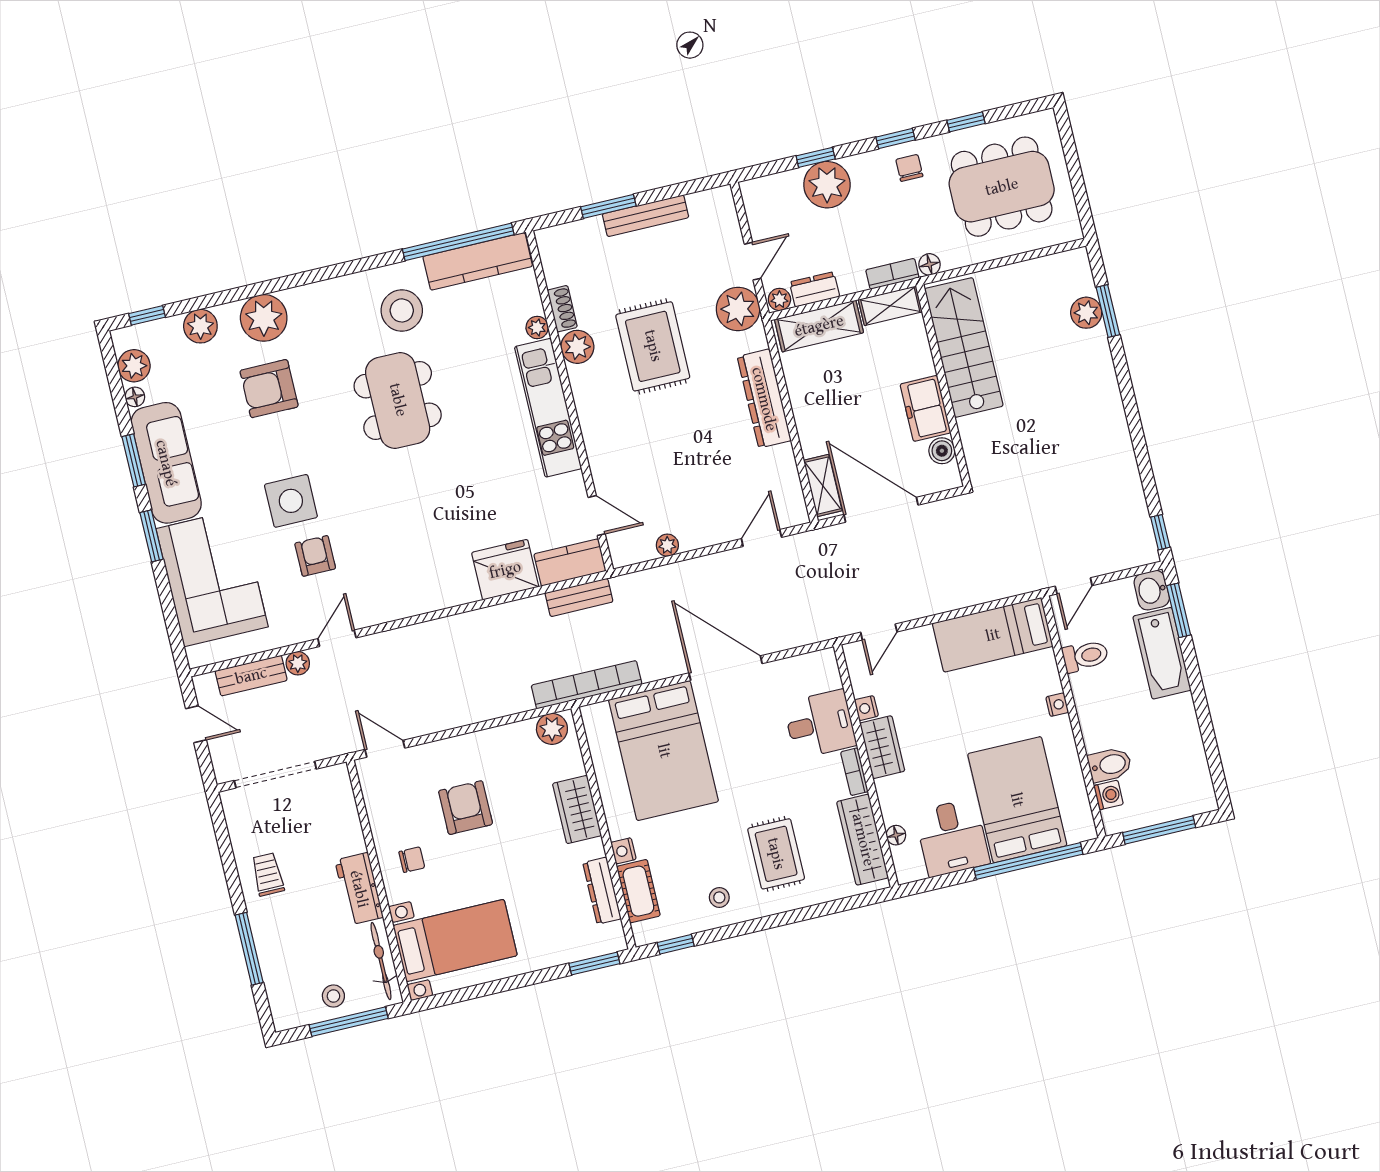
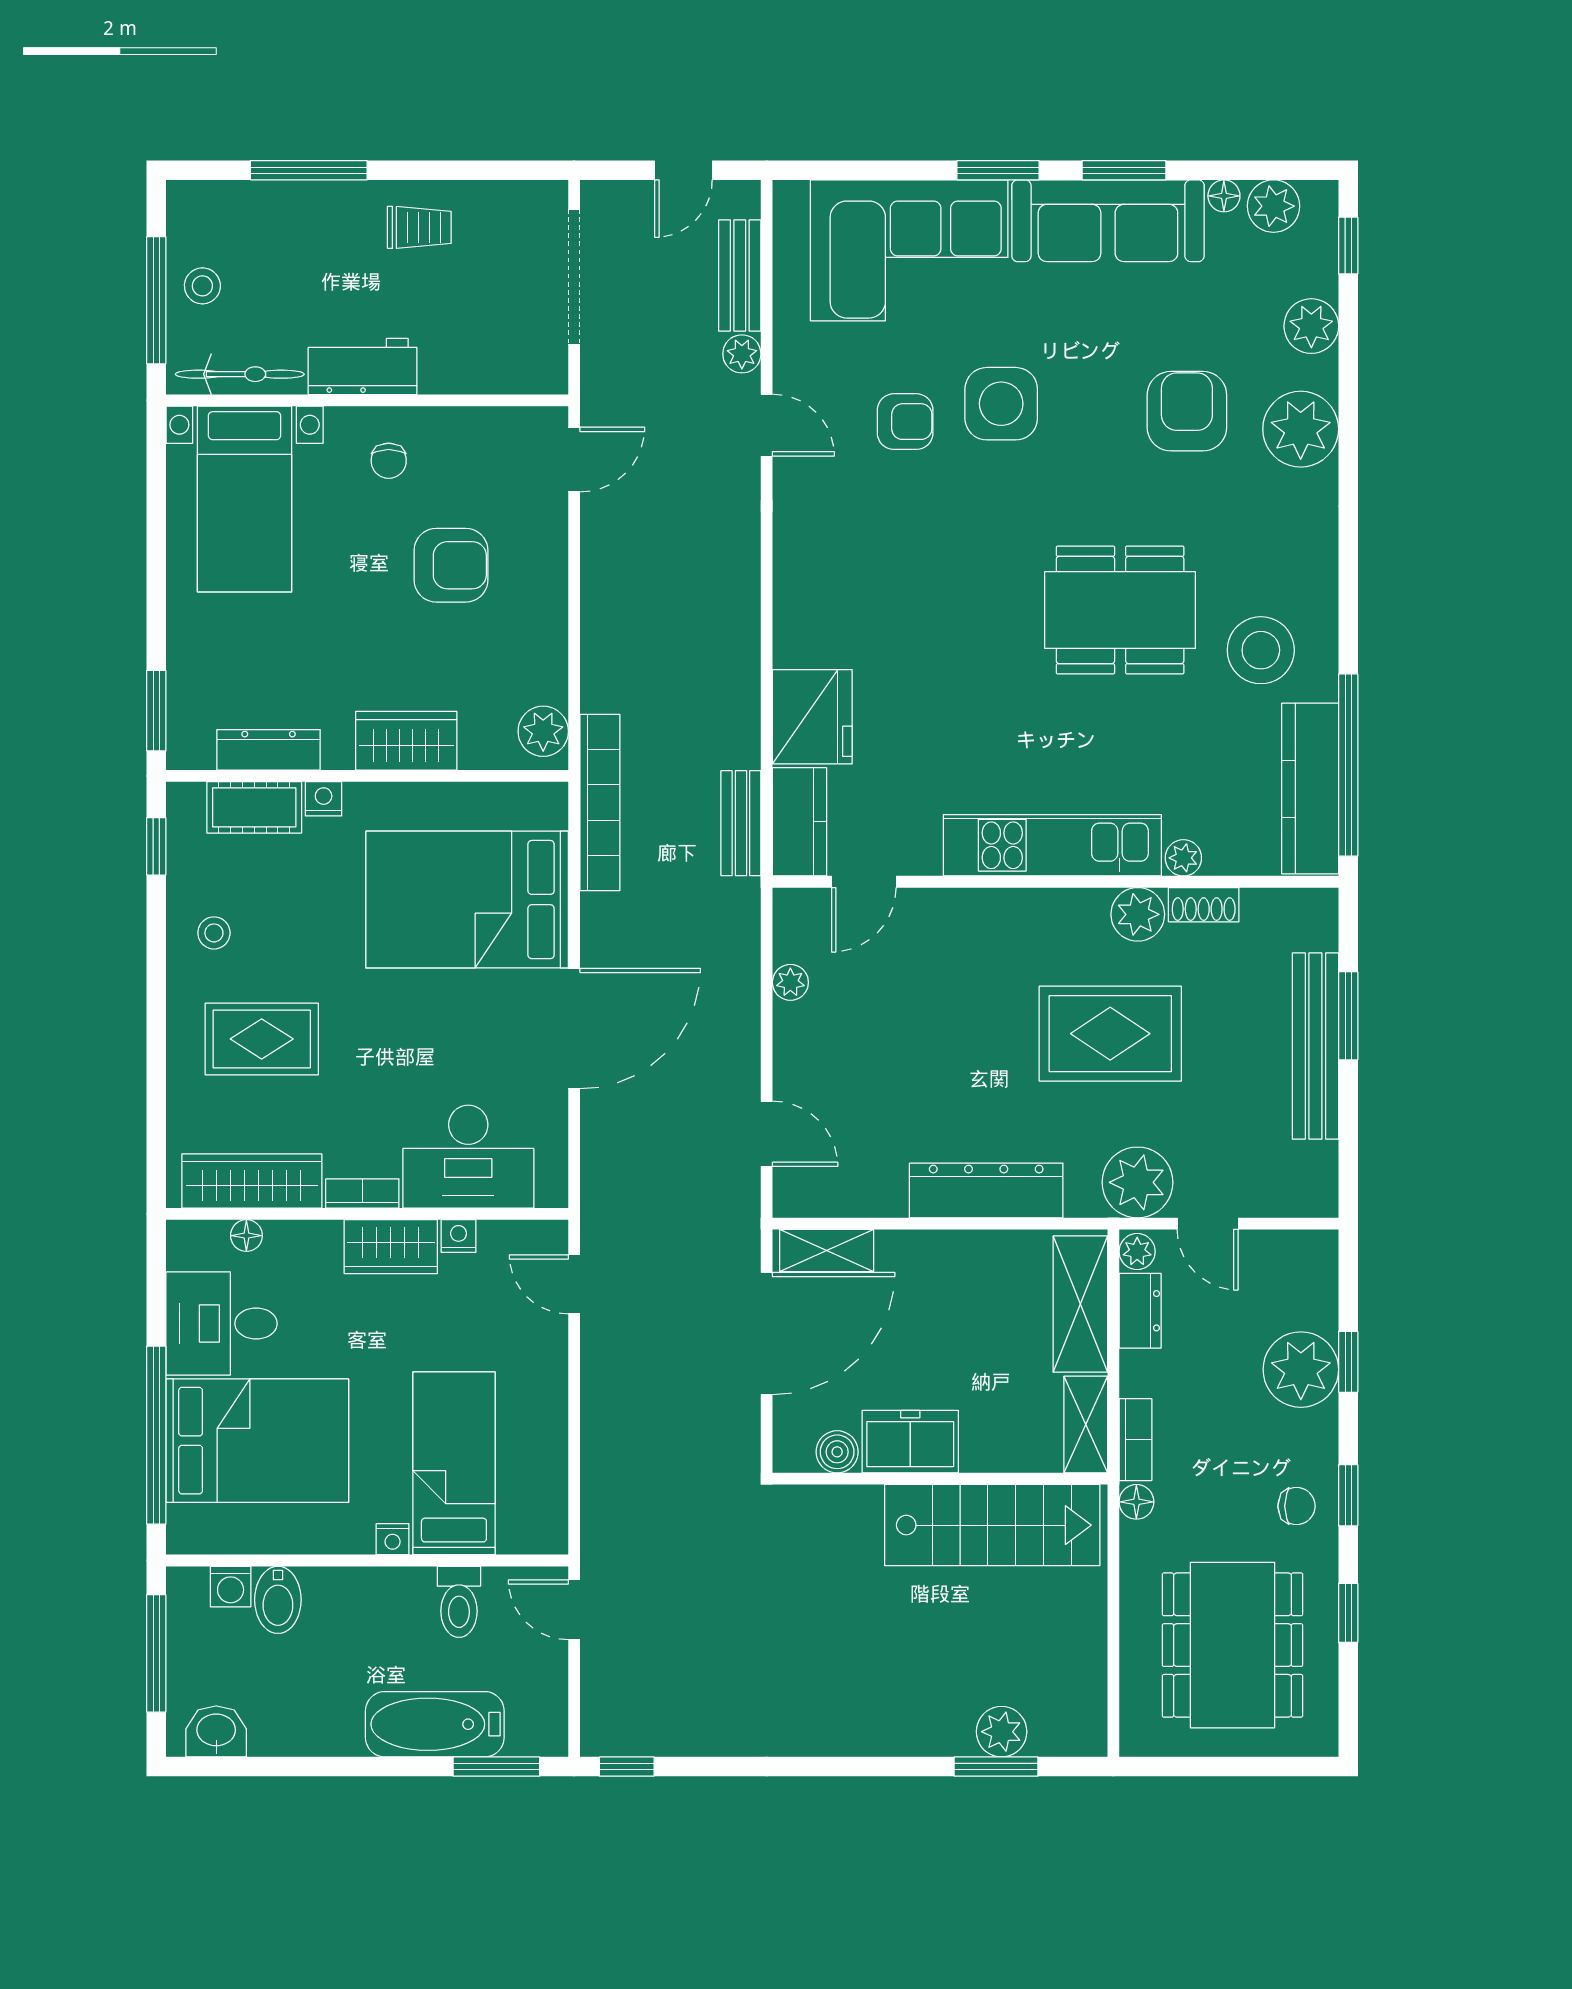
bench: (646, 216) -> (1315, 1046), width x1.37, depth x1.21
washbasin: (1152, 590) -> (216, 1731), moved
bed: (993, 635) -> (454, 1463), moved
desk: (820, 724) -> (468, 1157), width x1.37

